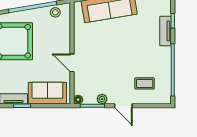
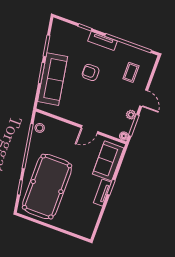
tv unit: (166, 31) -> (103, 41), moved
armchair: (130, 43) -> (91, 72), added
door: (123, 106) -> (144, 98), hinge flipped

